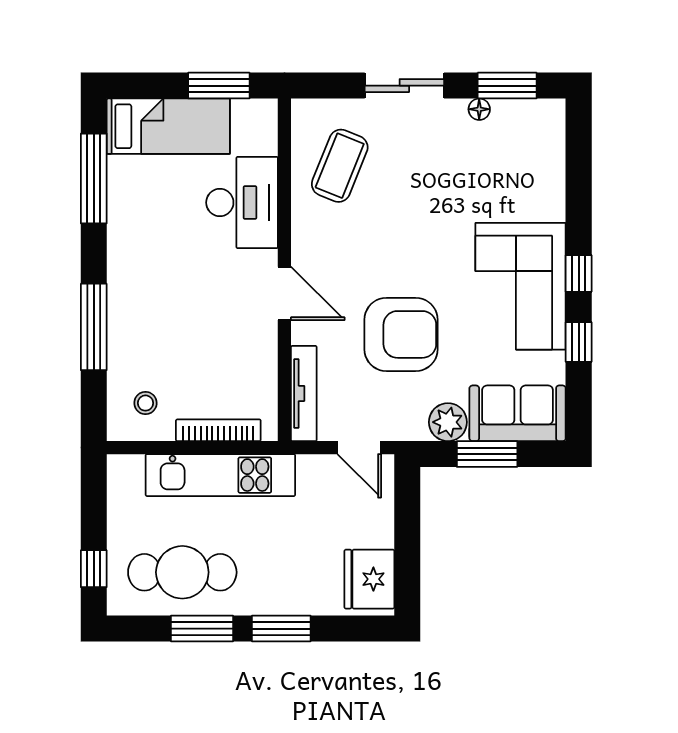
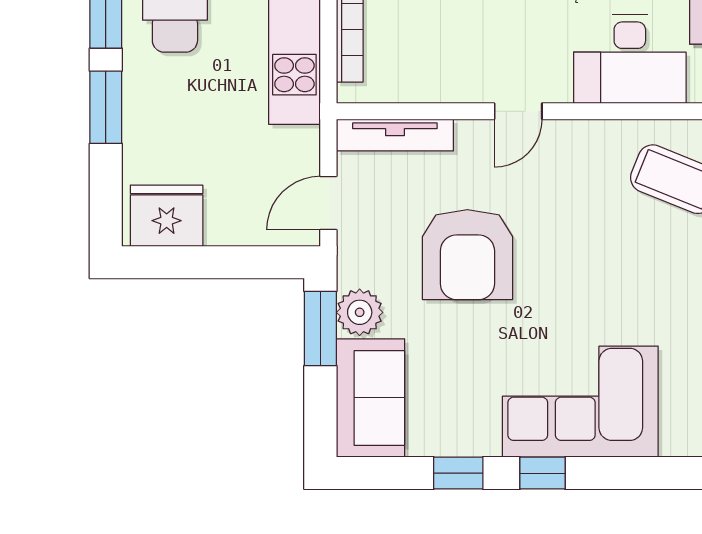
corner sofa: (520, 286) -> (580, 402), moved
door: (284, 293) -> (518, 111), width x0.73
window: (487, 454) -> (320, 329), moved

